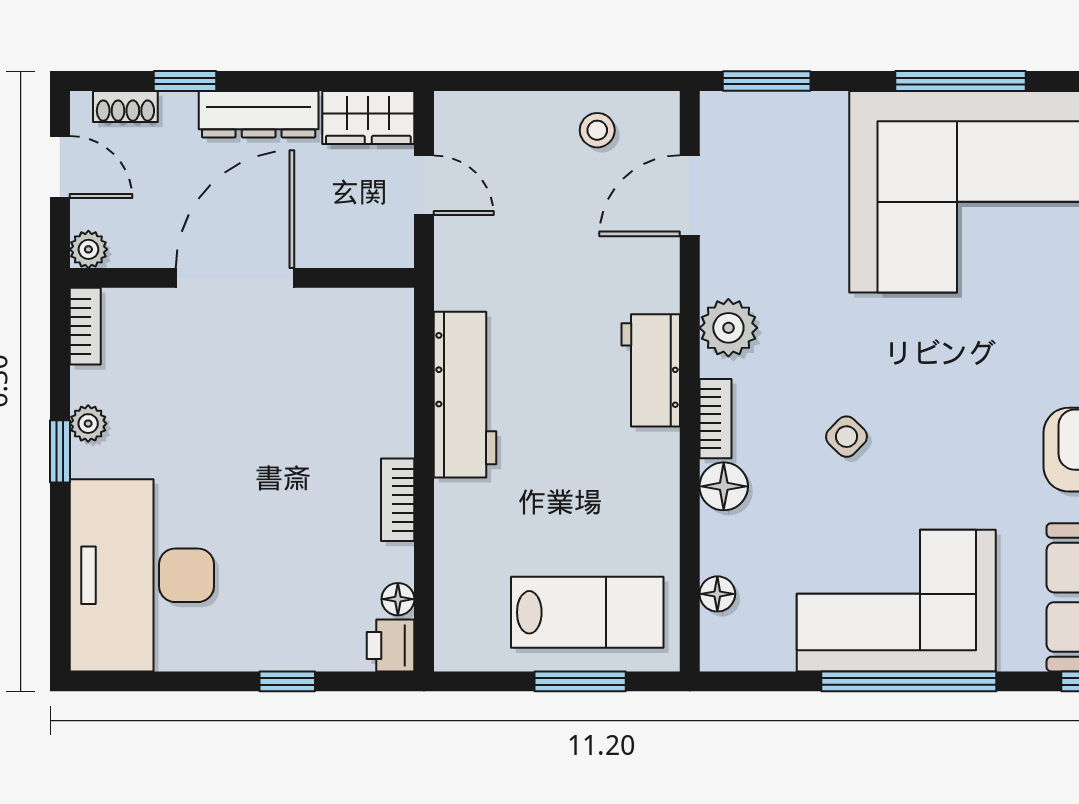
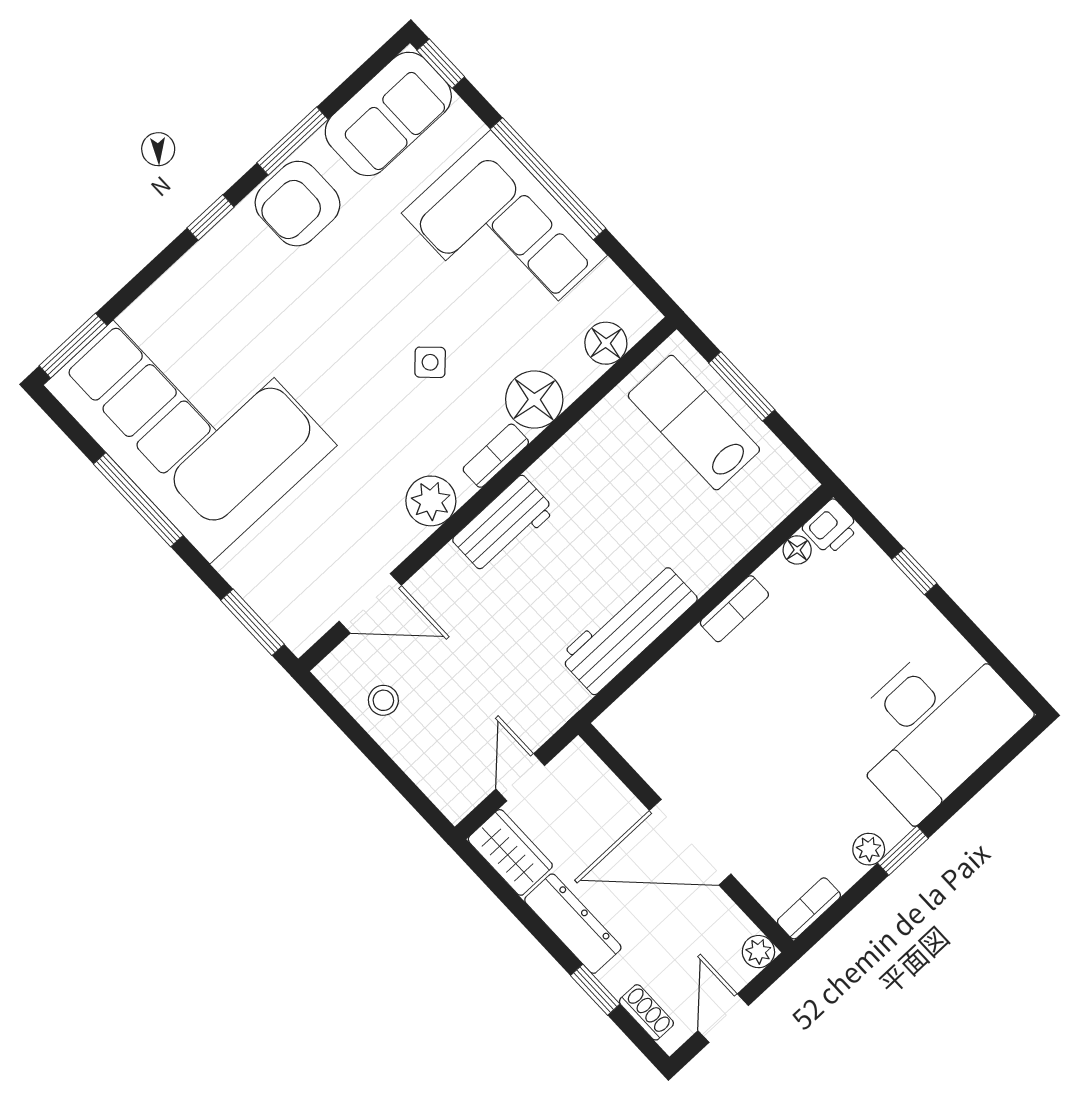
floor lamp: (724, 486) -> (534, 400), width x1.38, depth x1.38
floor lamp: (717, 594) -> (606, 343), width x1.37, depth x1.37

